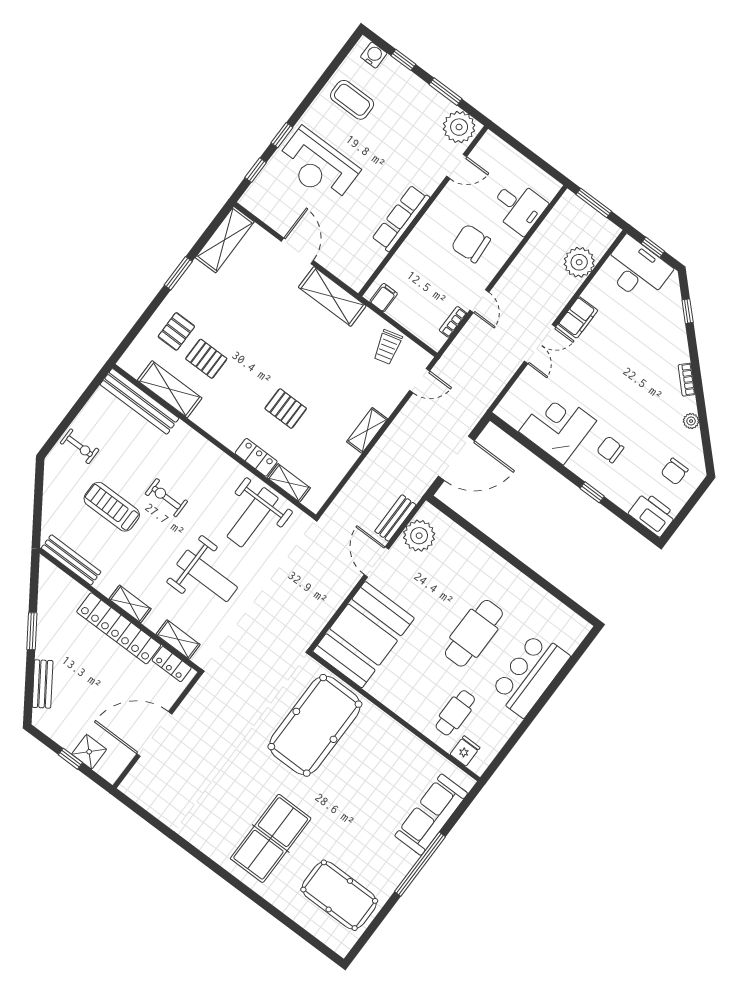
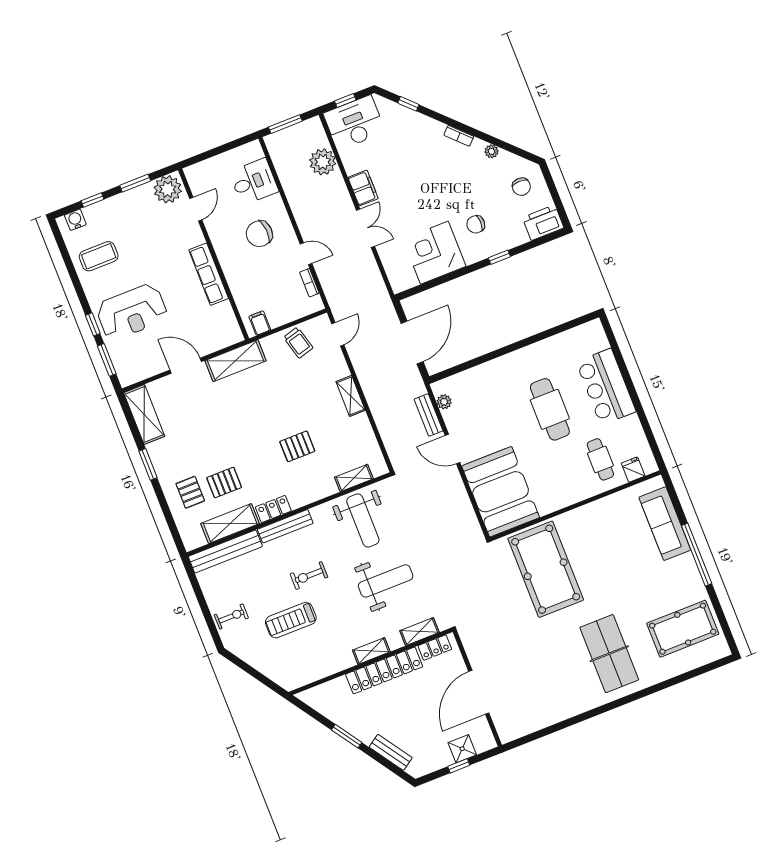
window: (256, 170) -> (107, 360), width x1.50
locker: (256, 457) -> (273, 509), moved
plant: (419, 536) -> (444, 402), width x0.53, depth x0.53
bench: (71, 560) -> (285, 526), moved

